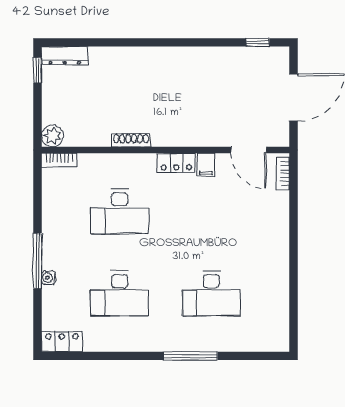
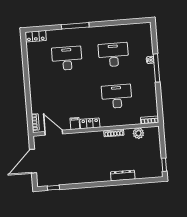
dresser: (65, 56) -> (123, 175), moved
plant: (52, 136) -> (138, 133), moved
locker: (62, 342) -> (36, 36), moved

